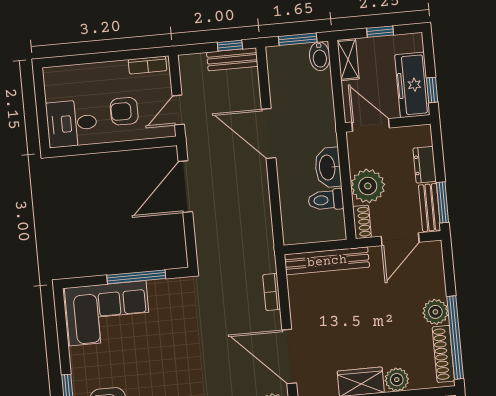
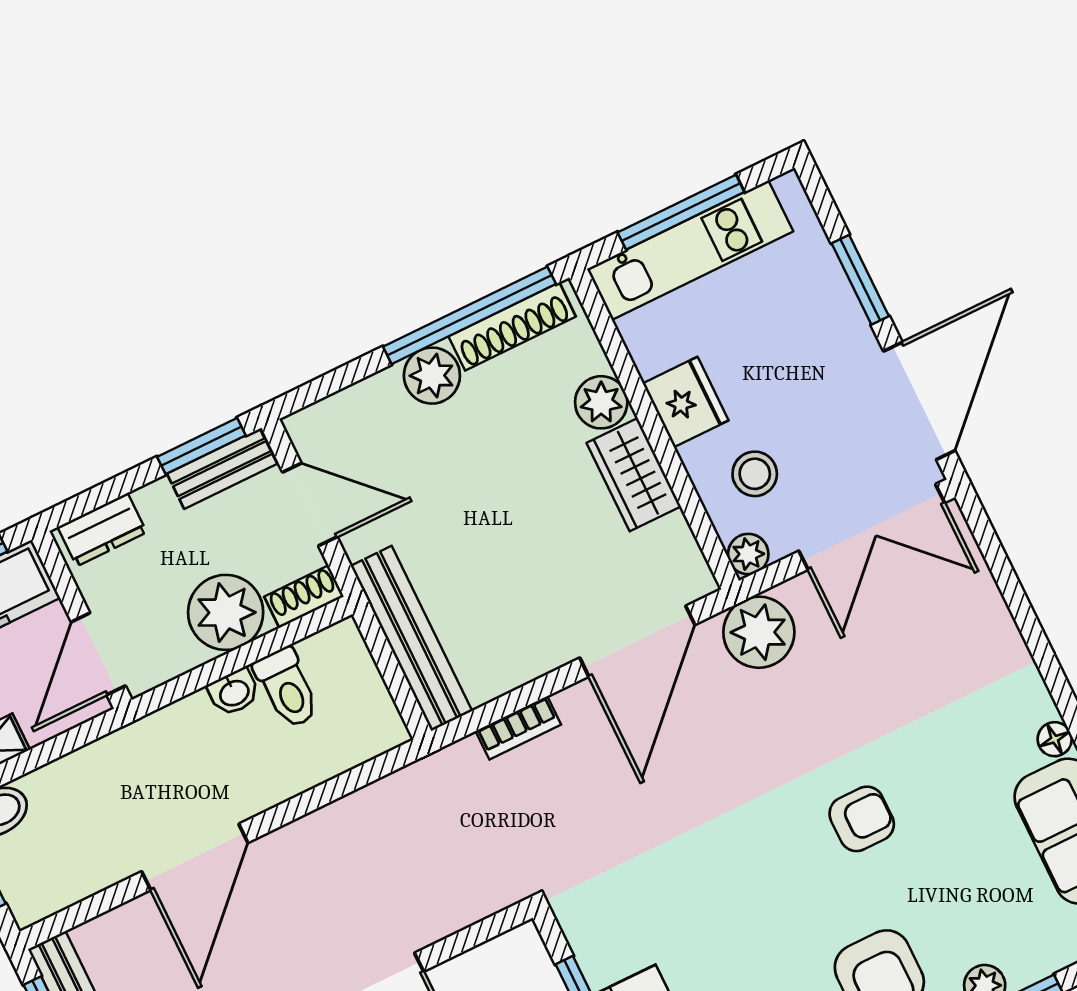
dresser: (425, 165) -> (102, 530), moved
washbasin: (328, 168) -> (234, 692), width x0.52, depth x0.69

